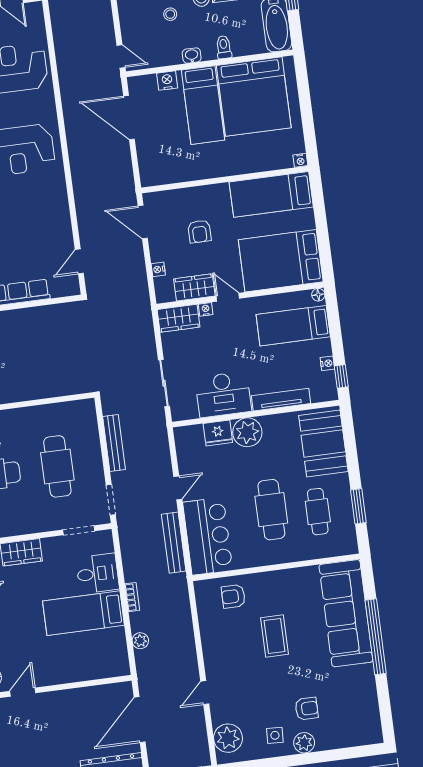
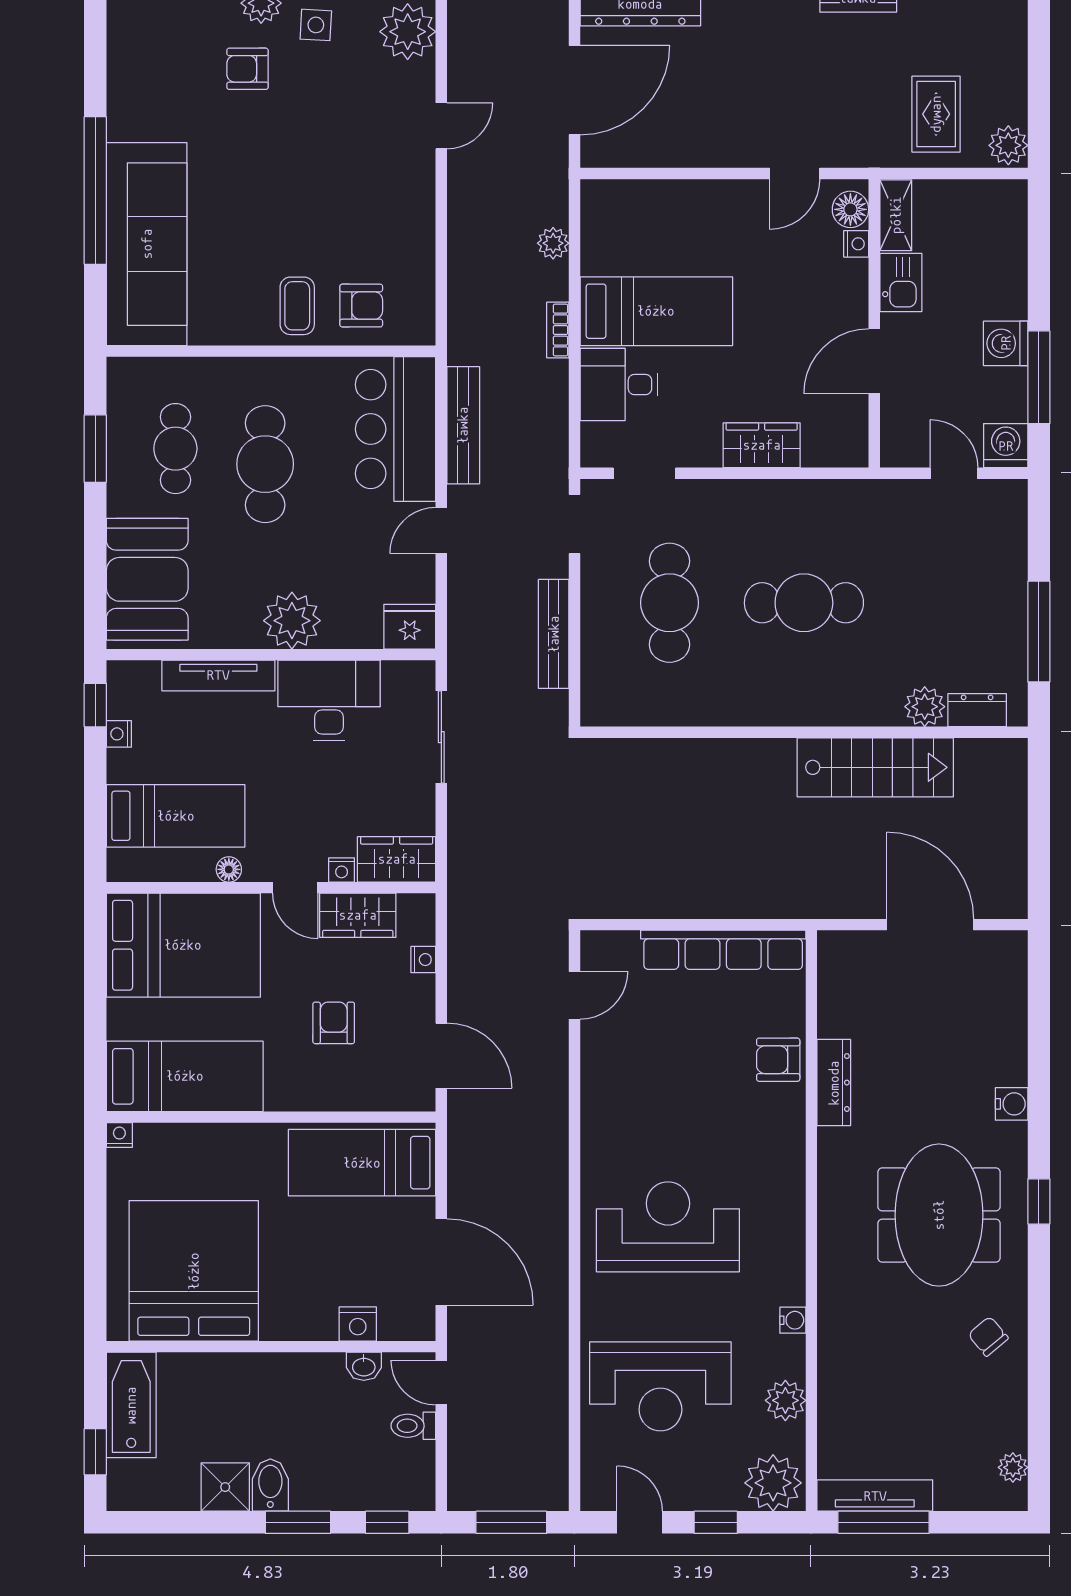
stool: (170, 14) -> (335, 1452), removed
toilet: (224, 47) -> (413, 1426), moved, turned 90
washbasin: (192, 56) -> (364, 1366), moved
bed: (203, 105) -> (362, 1163), moved, turned -90
floor lamp: (318, 295) -> (229, 869), moved
fridge: (218, 433) -> (410, 627), moved
coffee table: (275, 636) -> (297, 306), moved, width x0.73, depth x0.77

